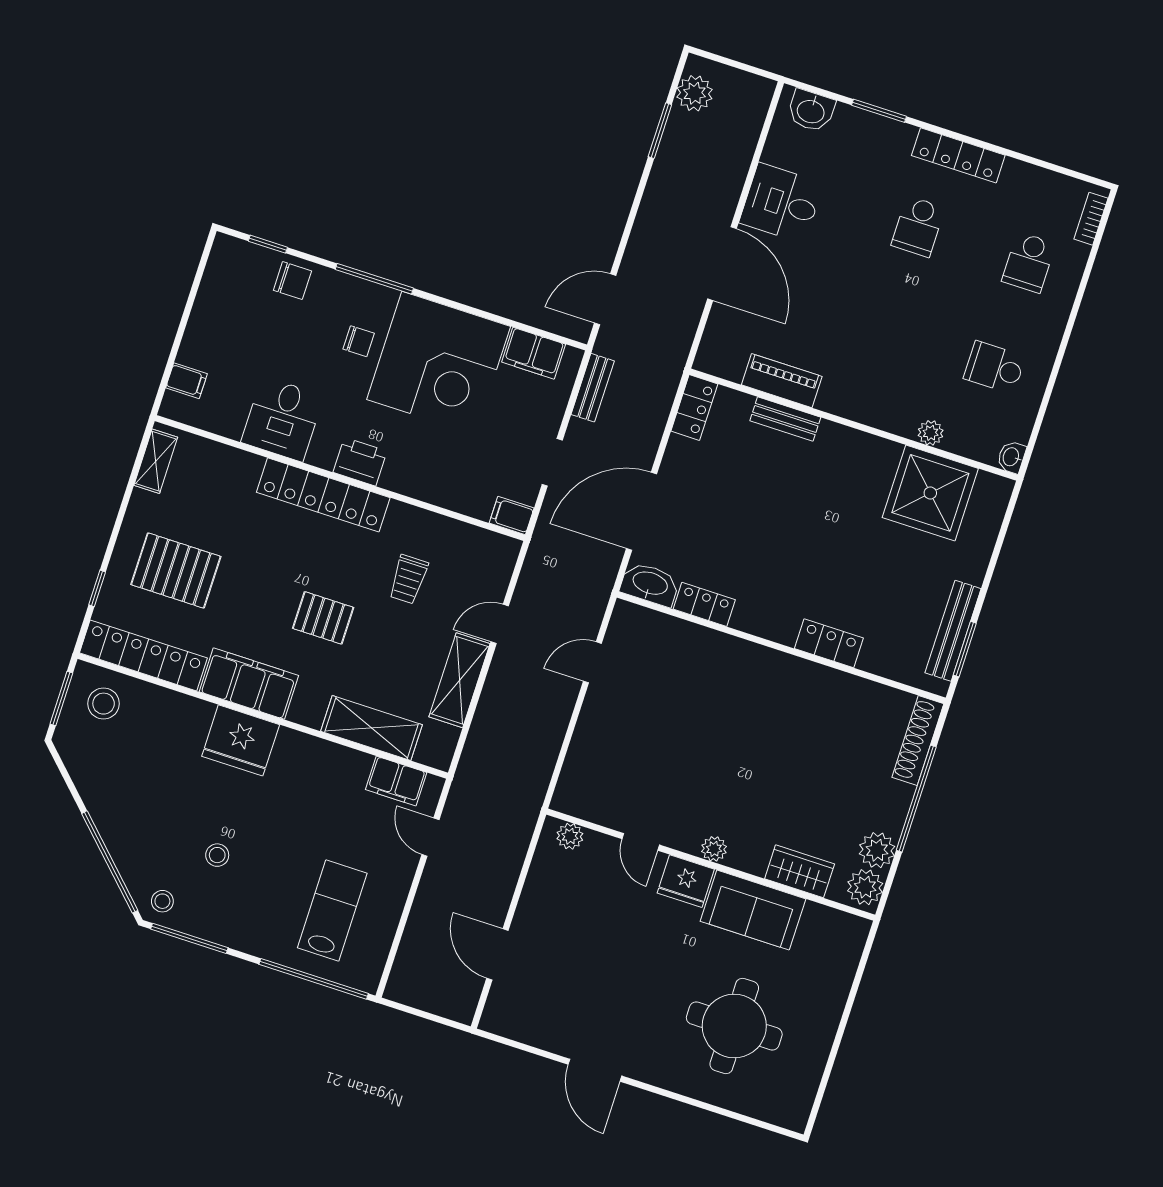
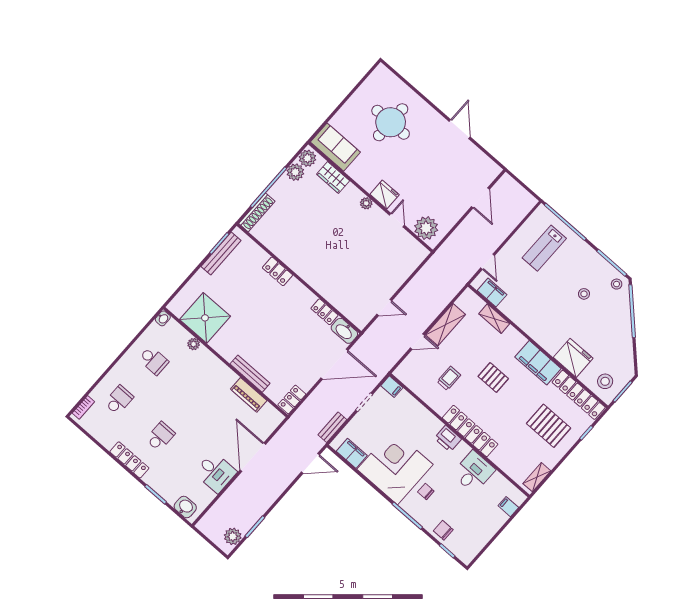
bench: (785, 419) -> (250, 374), width x1.36
shelving: (372, 728) -> (494, 319), width x0.67, depth x0.75
fridge: (241, 740) -> (573, 358), moved
plant: (570, 836) -> (426, 228), width x1.88, depth x1.88
sofa: (753, 910) -> (335, 147), moved

